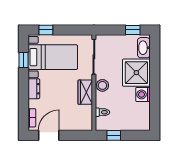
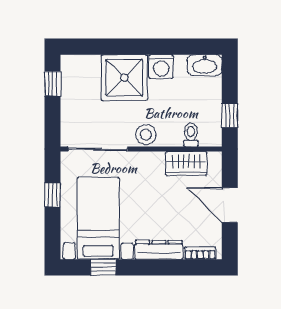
window: (46, 30) -> (53, 195), moved
washbasin: (144, 48) -> (205, 65), moved
dresser: (34, 89) -> (159, 250), width x1.44
wardrobe: (85, 92) -> (186, 163), moved
door: (49, 135) -> (230, 205), moved

